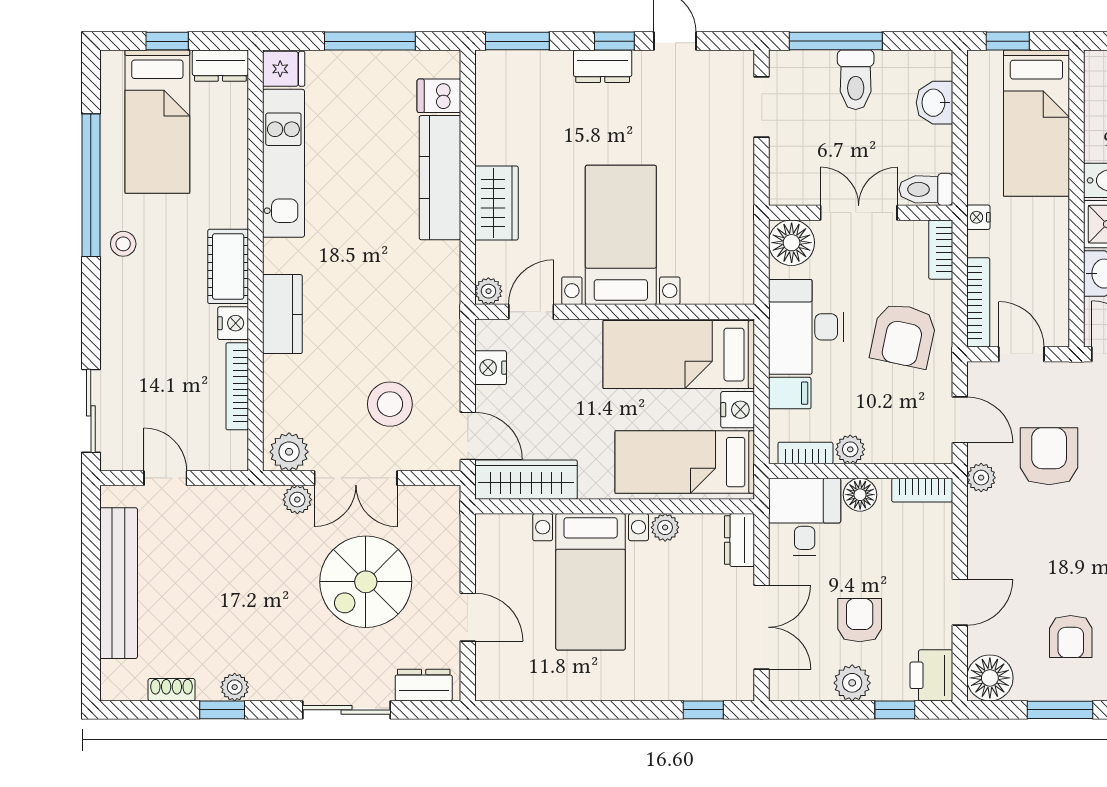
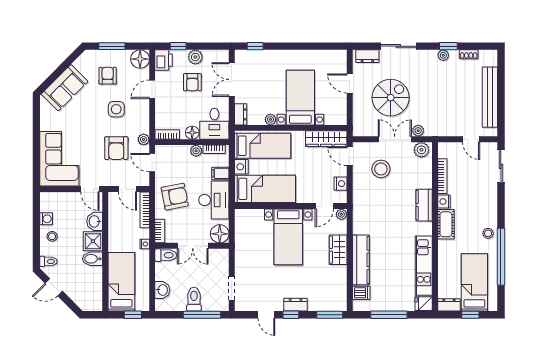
armchair: (904, 335) -> (175, 197), turned 67
side table: (1049, 553) -> (116, 109), added

